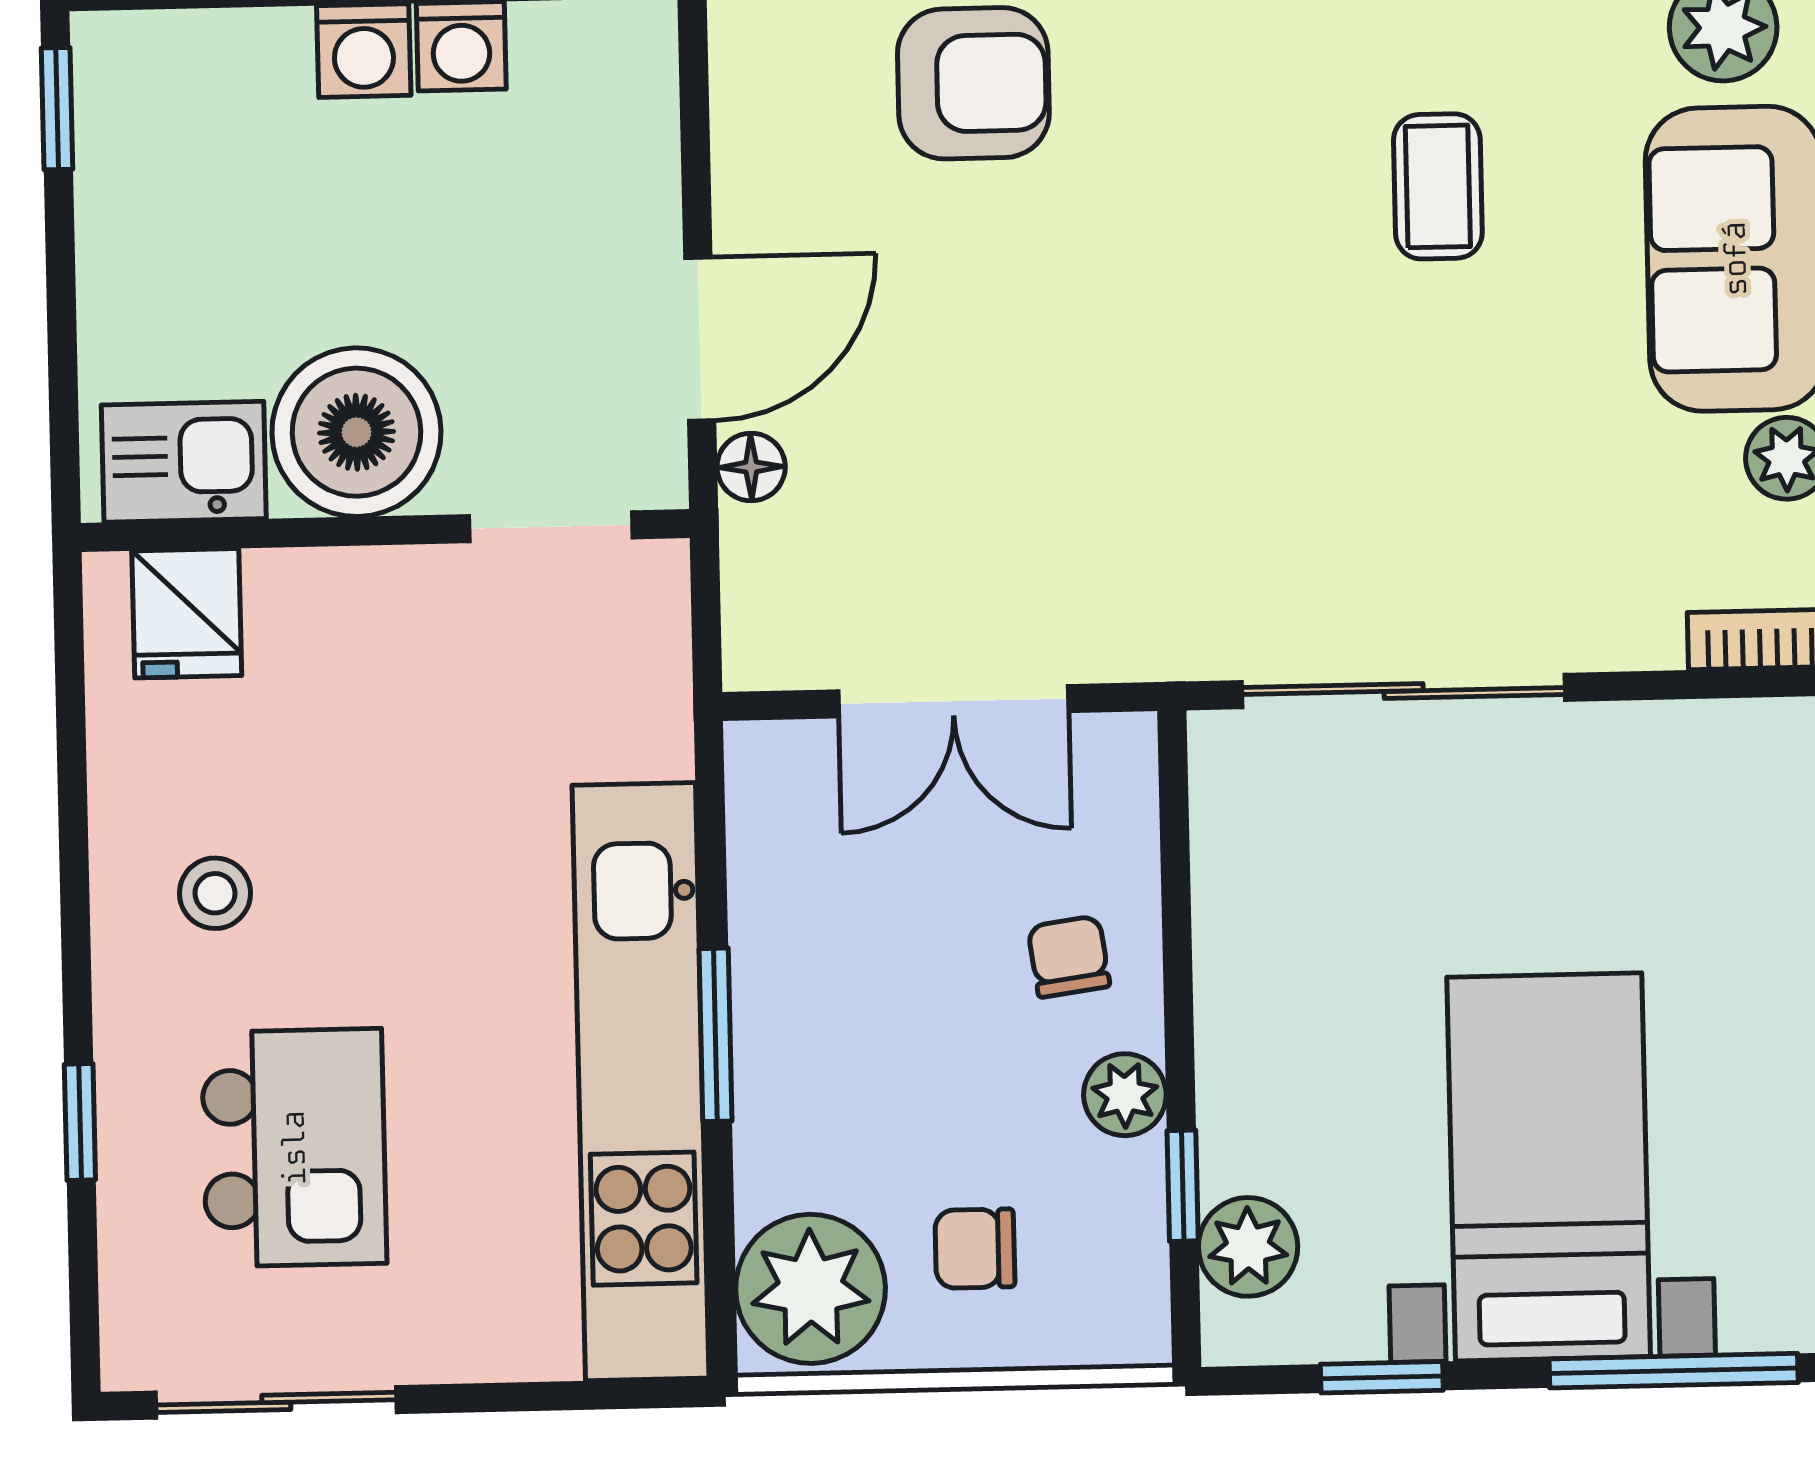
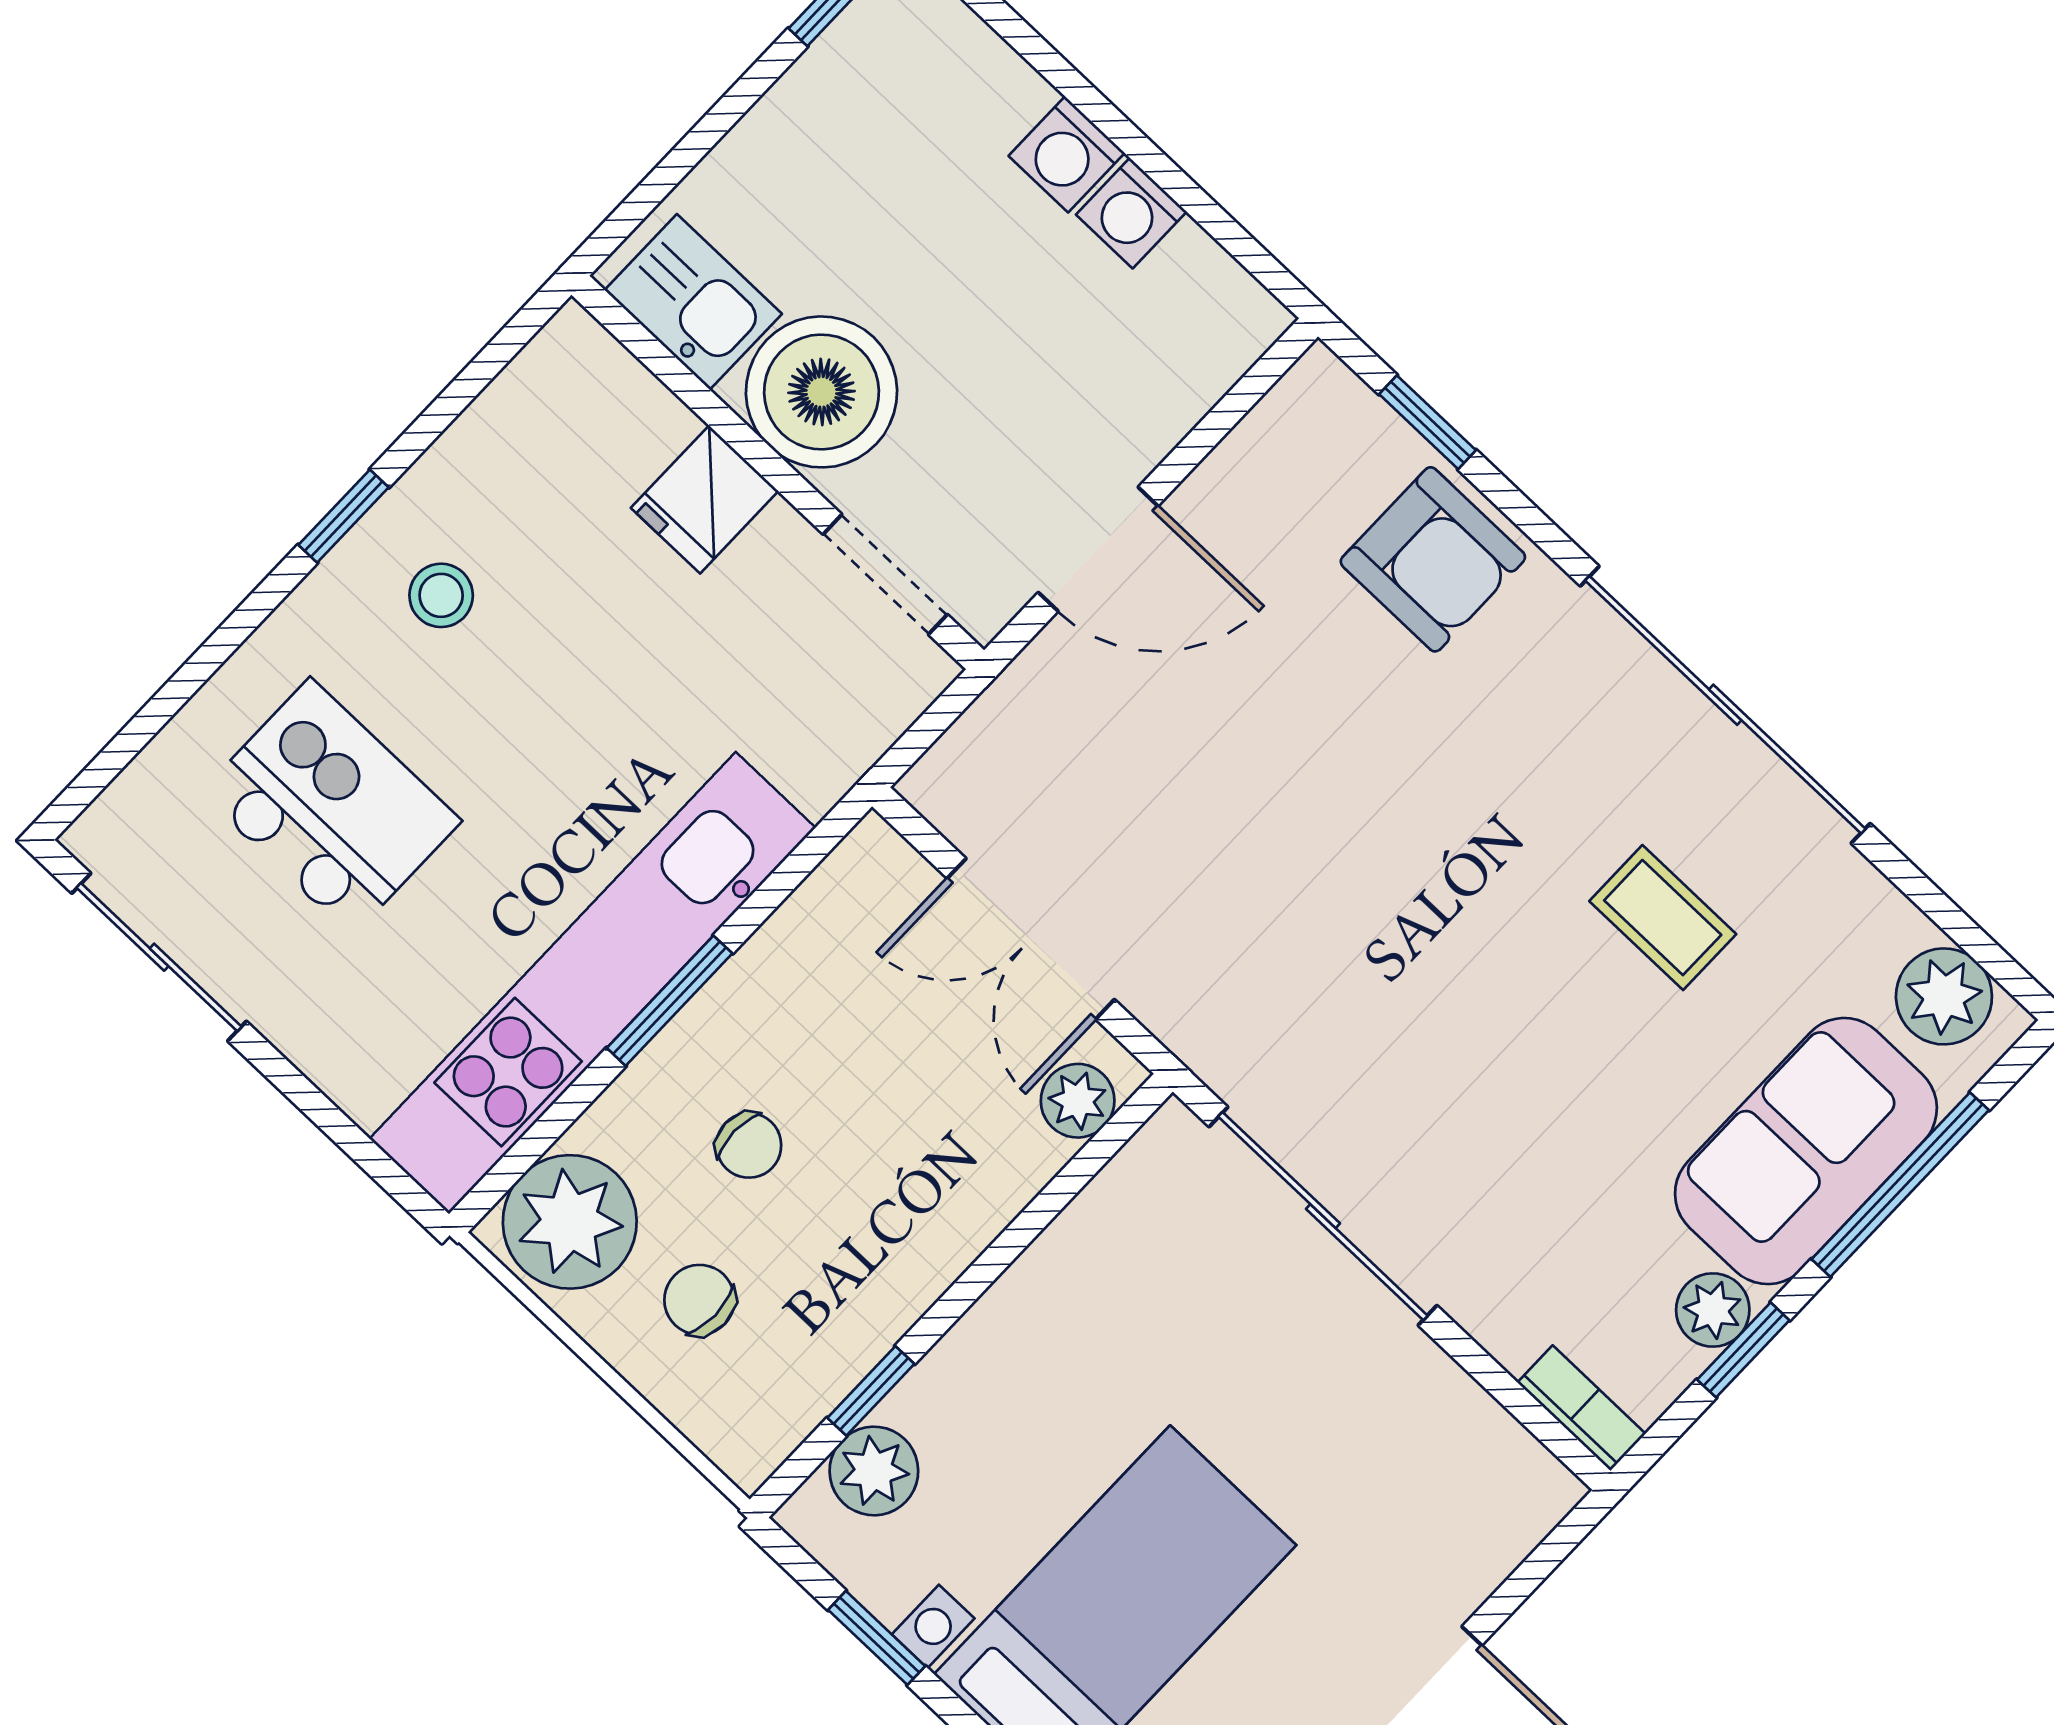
coffee table: (1438, 186) -> (1663, 918), turned 90
floor lamp: (751, 467) -> (1050, 663), removed
fridge: (187, 613) -> (705, 499), moved
chair: (1069, 957) -> (749, 1145), moved, turned 98
plant: (1125, 1095) -> (1078, 1101), moved
window: (80, 1122) -> (343, 516), moved
kitchen island: (294, 1148) -> (331, 807), turned -90

